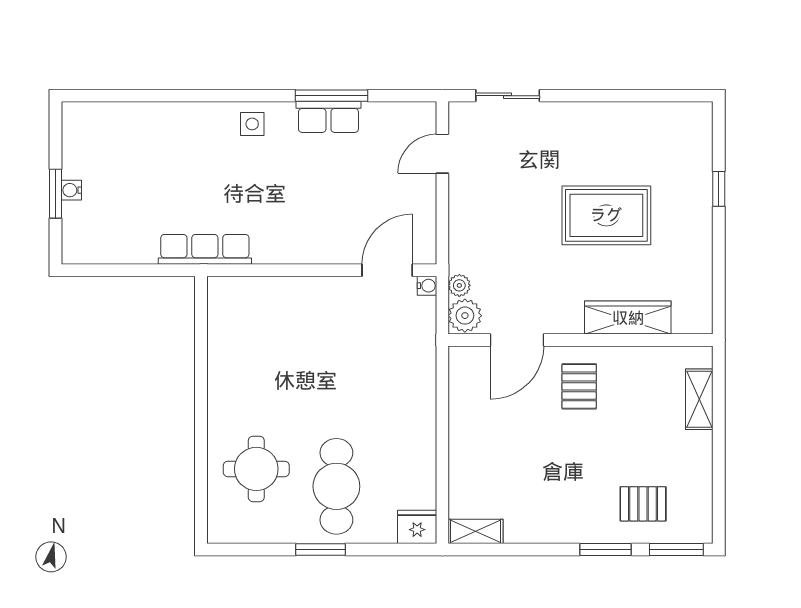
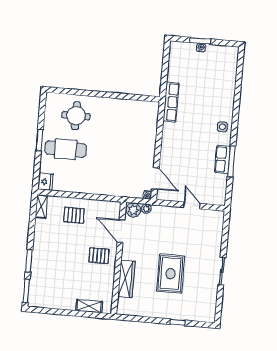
sliding door: (508, 96) -> (222, 271), moved
door: (442, 154) -> (192, 205), moved
pallet: (643, 504) -> (74, 215), moved, turned 90

